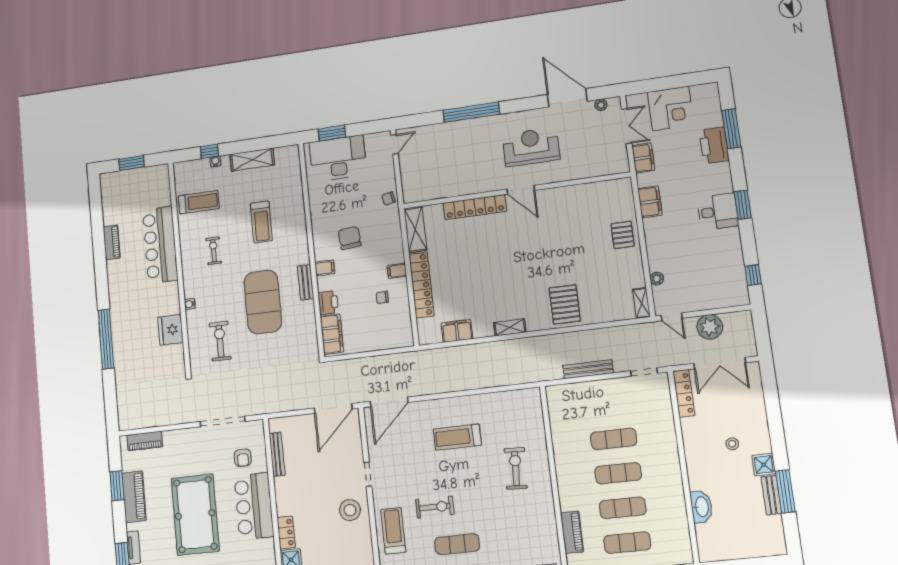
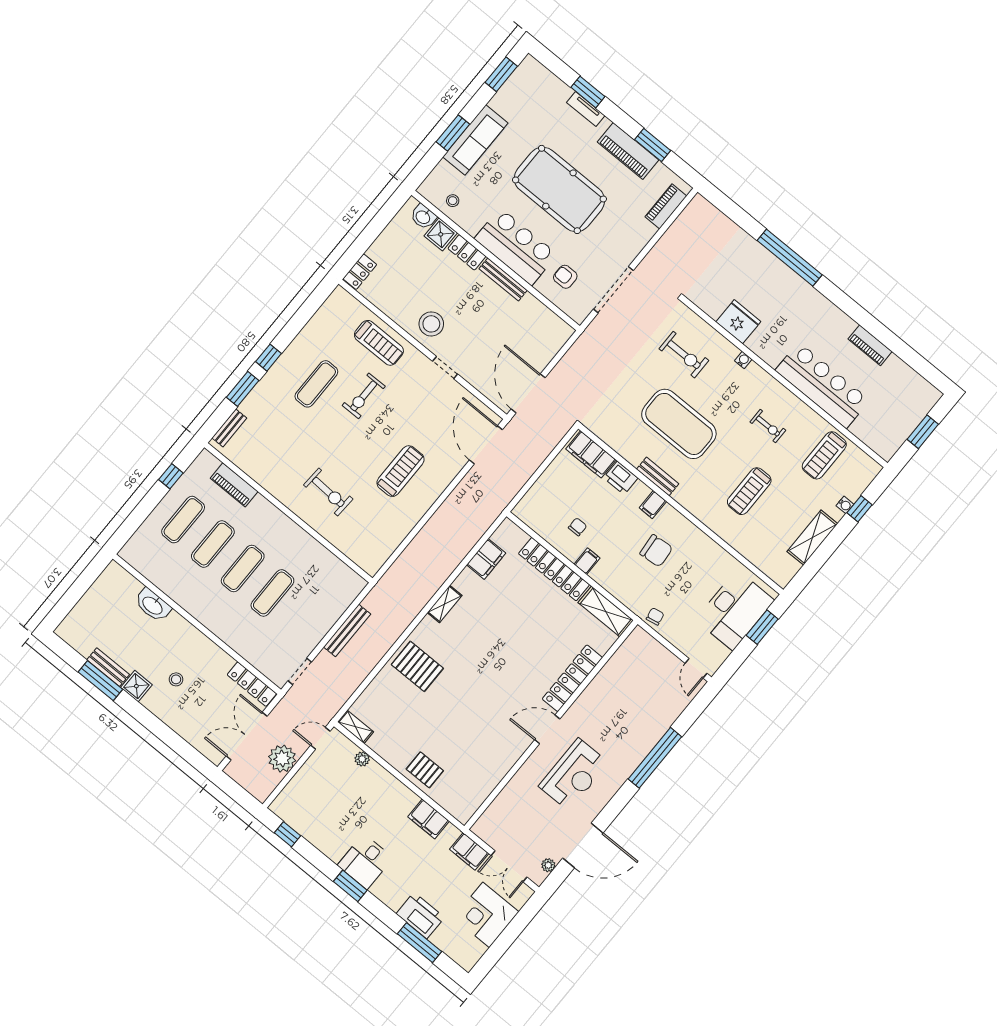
treadmill: (261, 222) -> (749, 491), turned -90
bench: (277, 454) -> (503, 279), moved

